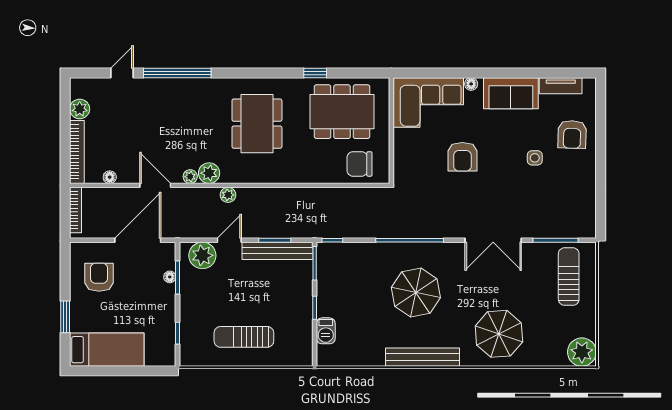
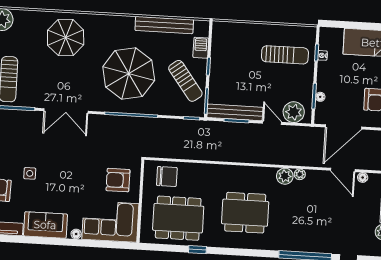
dining table: (257, 124) -> (245, 213), turned 90
armchair: (462, 157) -> (118, 180), moved, turned -90
door: (155, 185) -> (343, 170), moved
plant: (228, 195) -> (271, 158), removed
door: (229, 240) -> (272, 123), swing flipped
double door: (493, 240) -> (66, 111), swing flipped
sun lounger: (343, 287) -> (185, 81), added
parasol: (416, 293) -> (129, 74), width x1.36, depth x1.36
nightstand: (170, 330) -> (322, 55), added
sun lounger: (244, 337) -> (285, 55), moved
bench: (422, 357) -> (164, 25), moved

